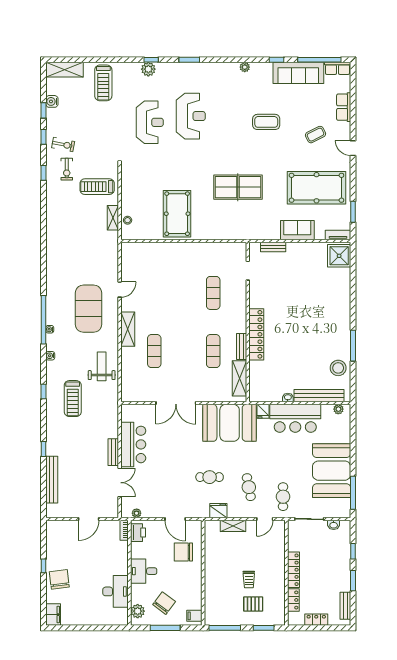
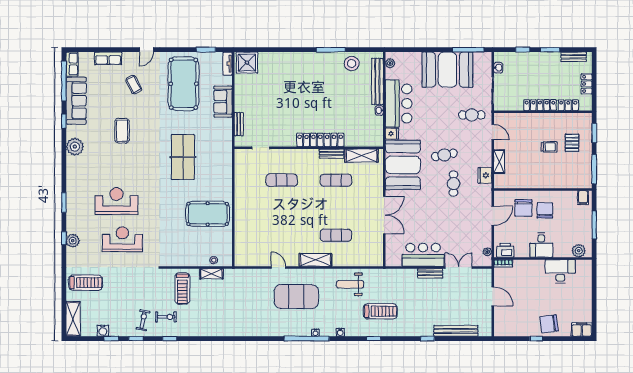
plant: (245, 67) -> (75, 147), width x1.88, depth x1.88
cafe table: (249, 487) -> (444, 155), moved
chair: (164, 603) -> (545, 210), moved, turned 53

